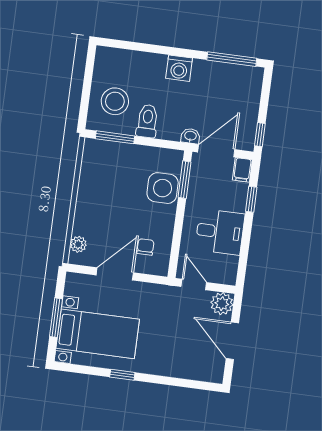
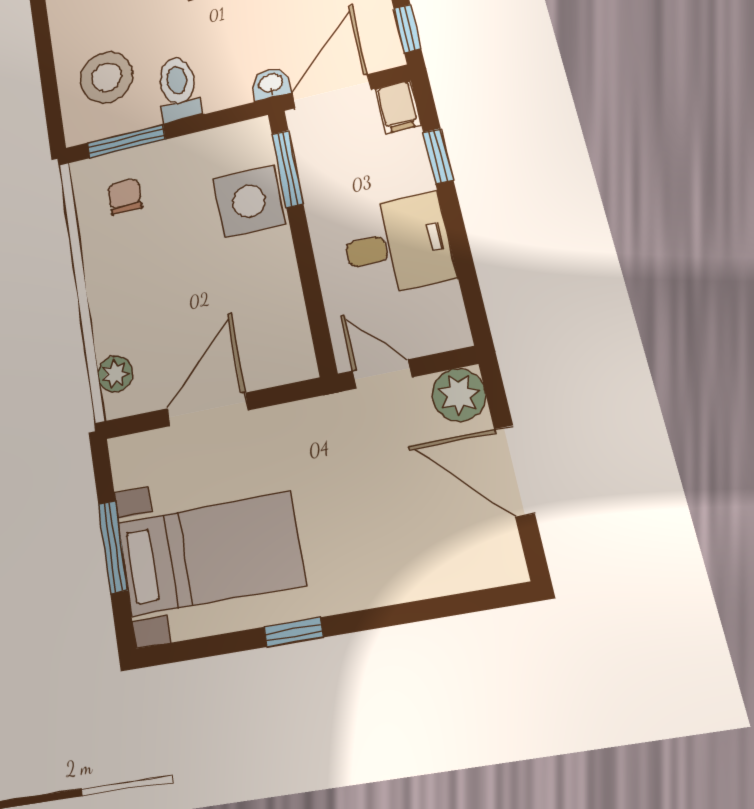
chair: (145, 247) -> (125, 197), moved

